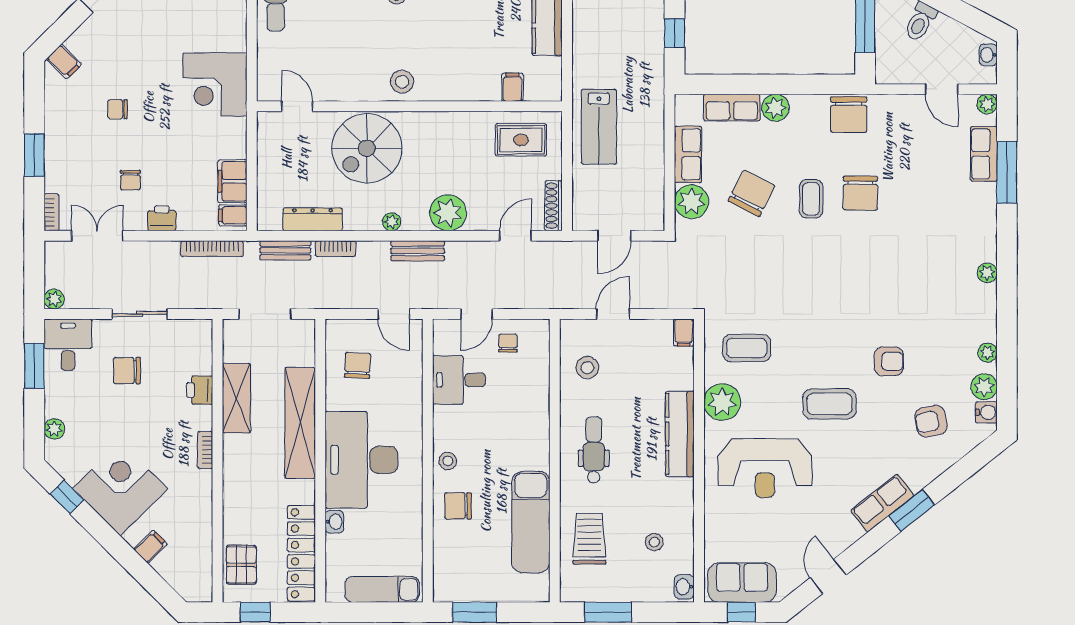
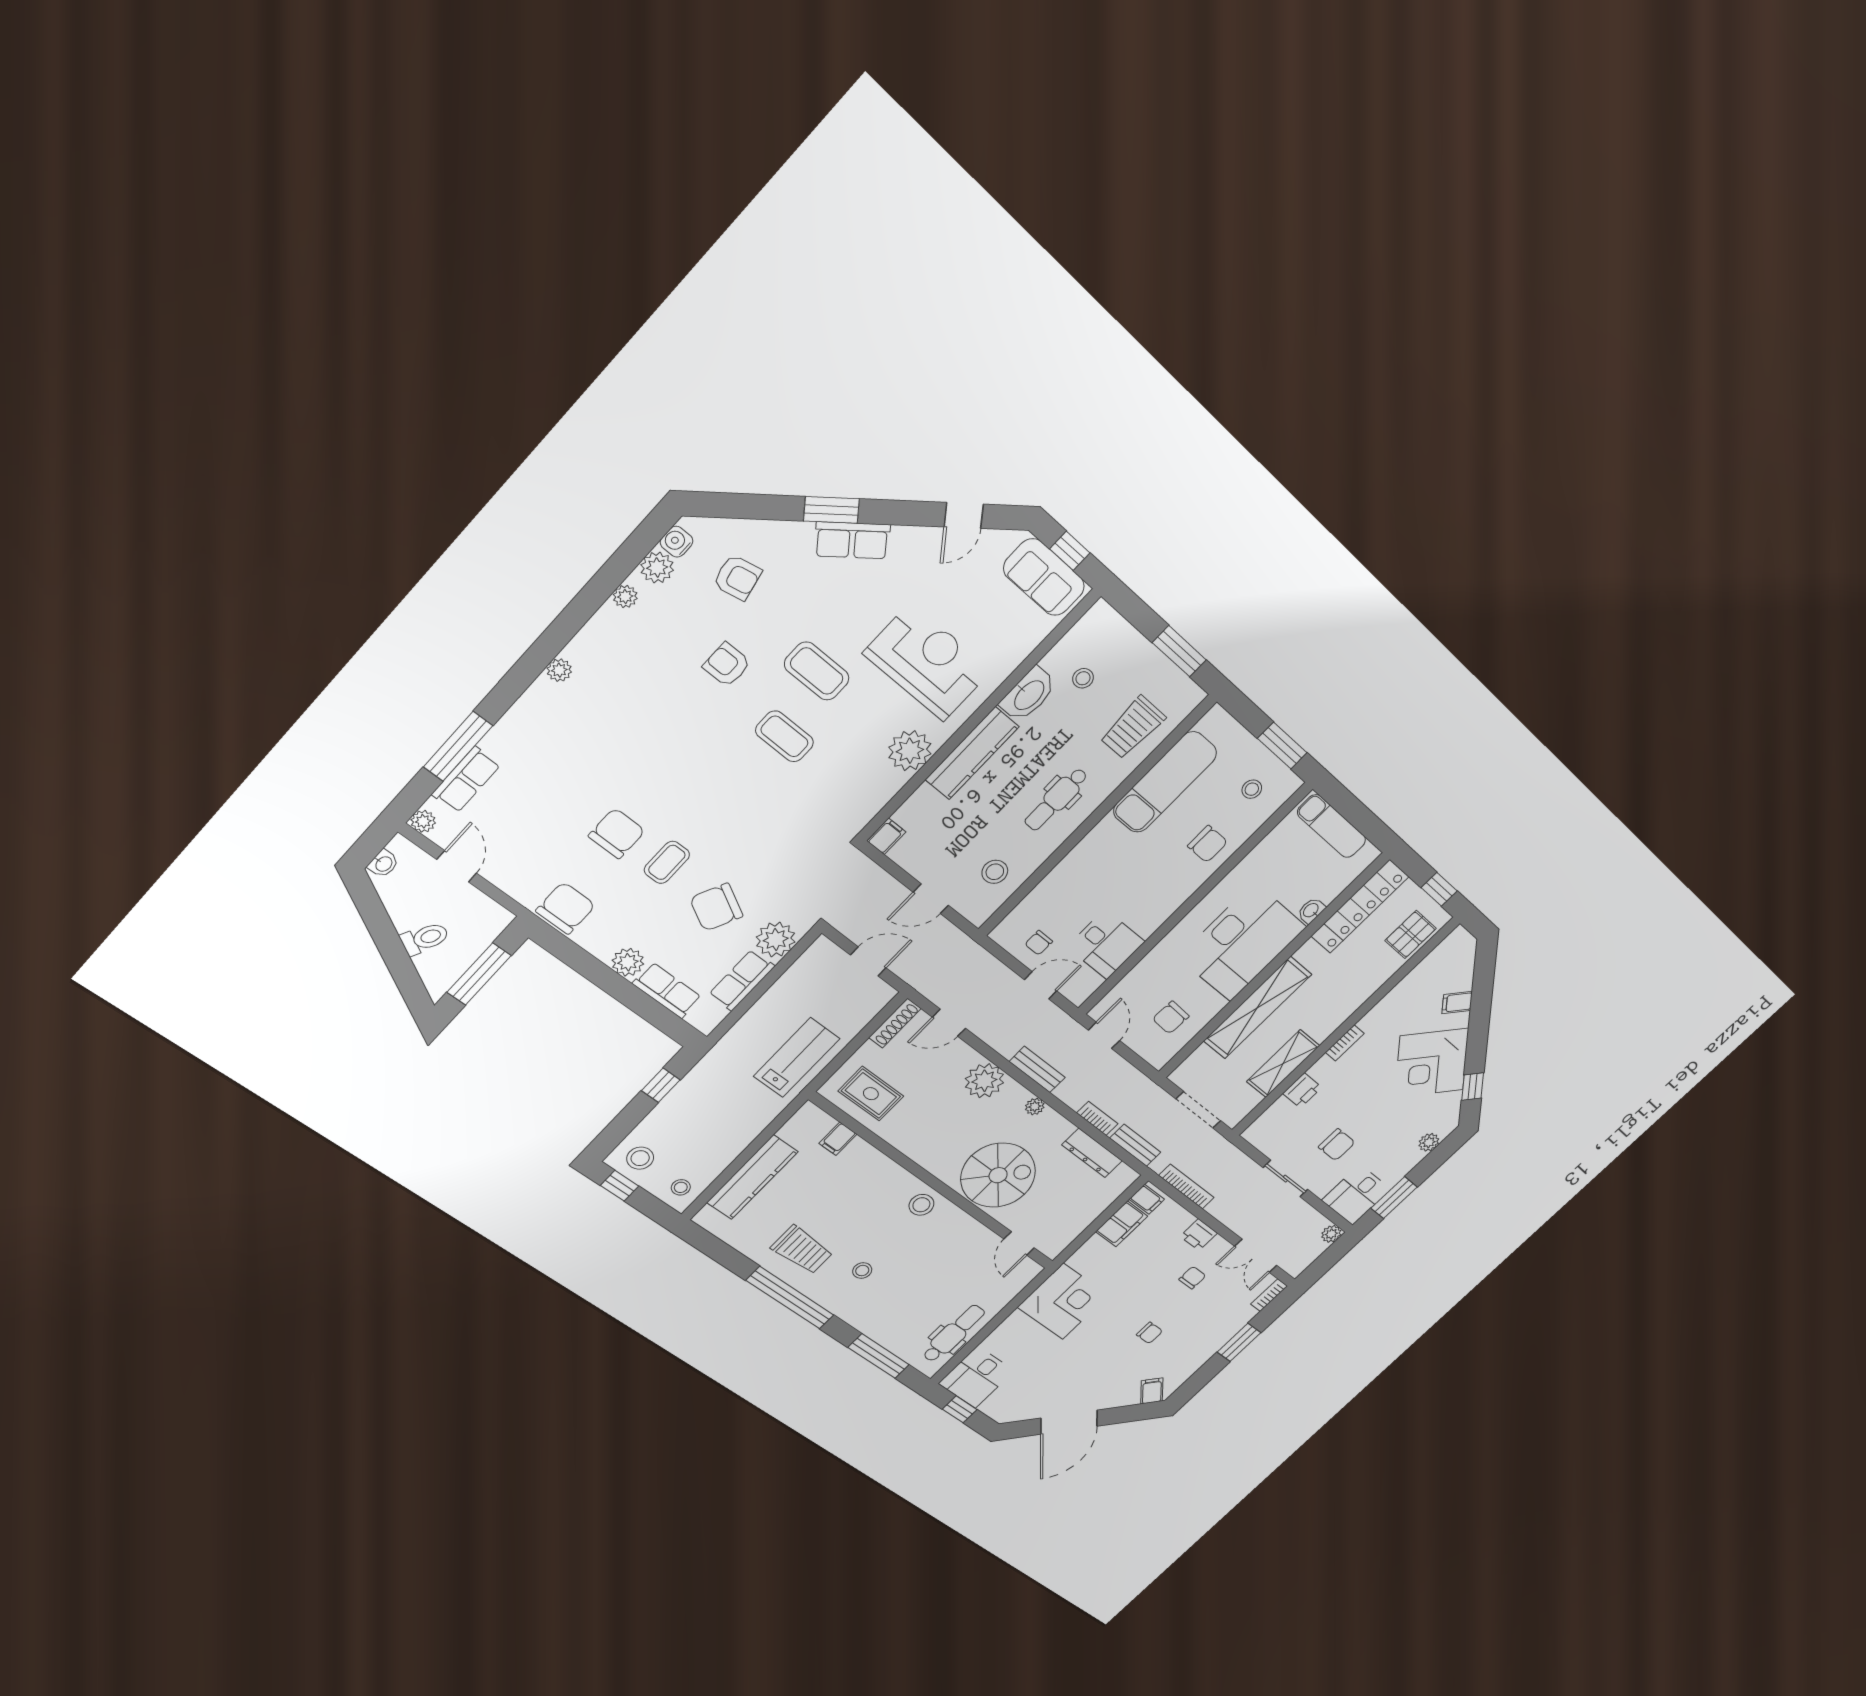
coffee table: (747, 348) -> (784, 736), moved
stool: (448, 461) -> (1252, 789), moved
washbasin: (684, 587) -> (1029, 695), moved, width x1.91, depth x1.45

